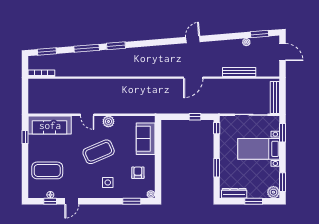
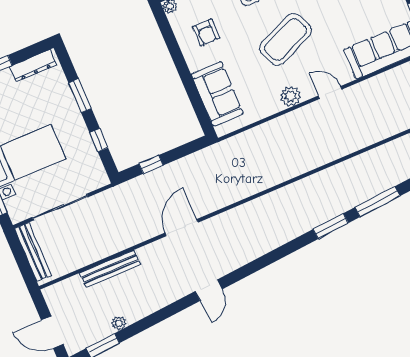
window: (217, 128) -> (99, 140), moved

